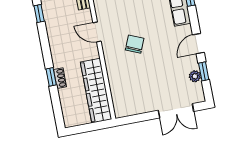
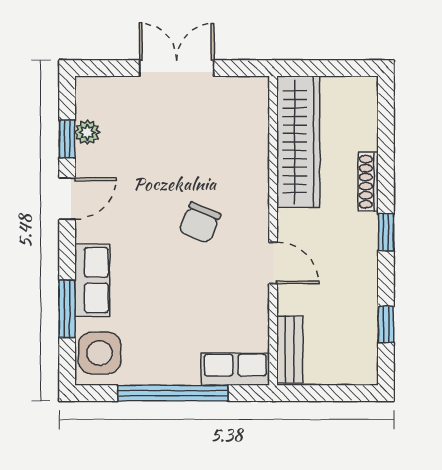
window: (51, 77) -> (386, 232), moved
shoe rack: (60, 78) -> (368, 182), width x1.43
double door: (176, 111) -> (177, 68), moved

